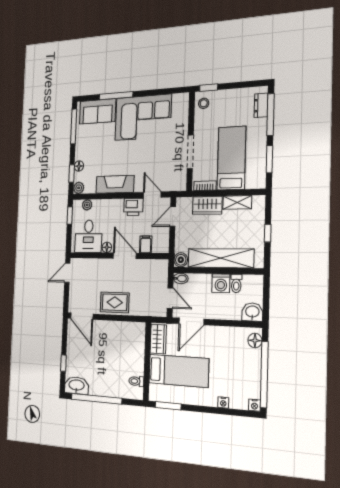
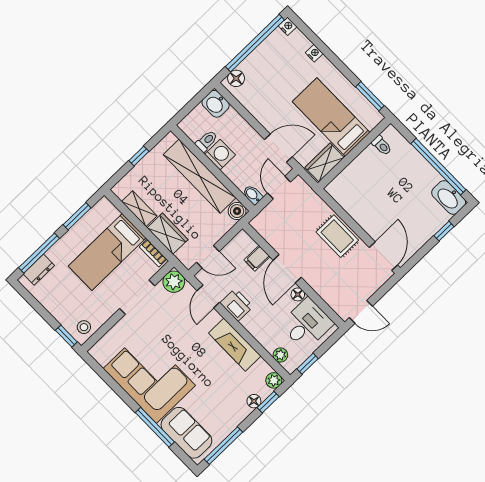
plant: (178, 182) -> (174, 282), added

